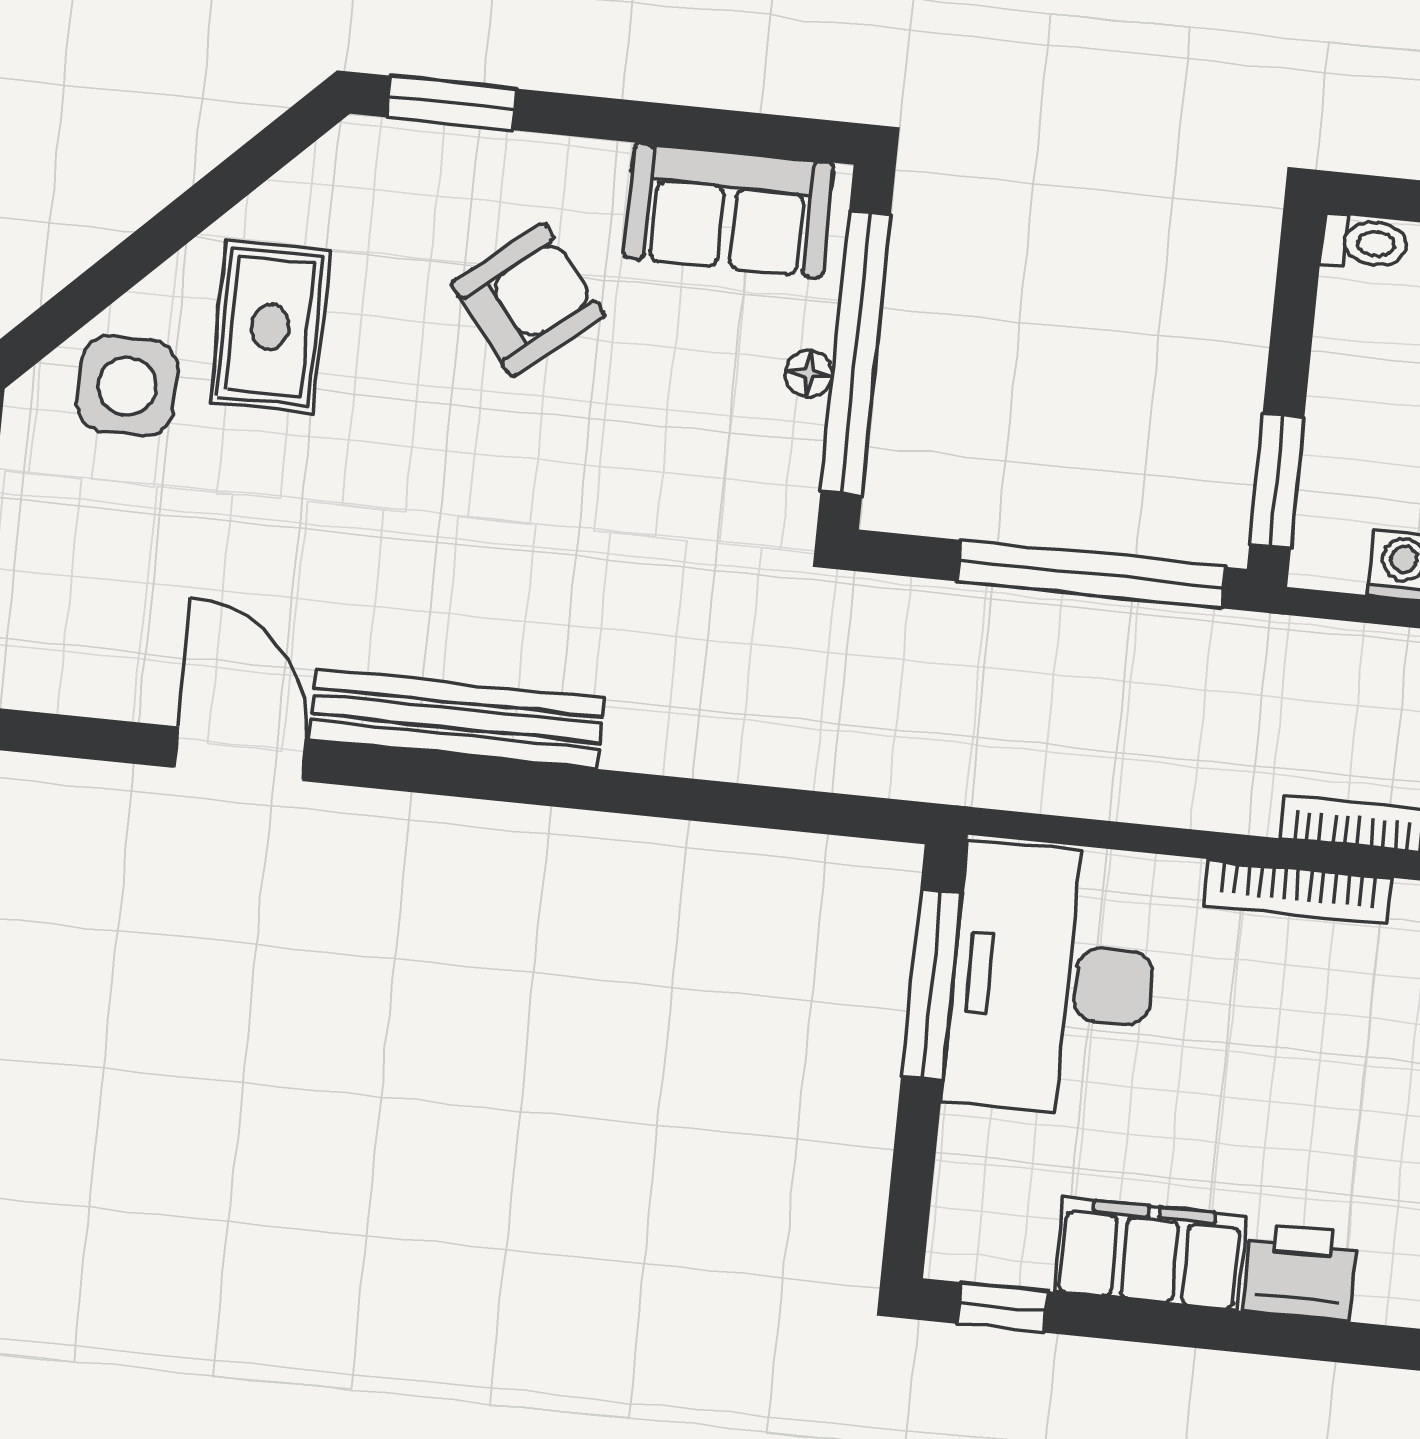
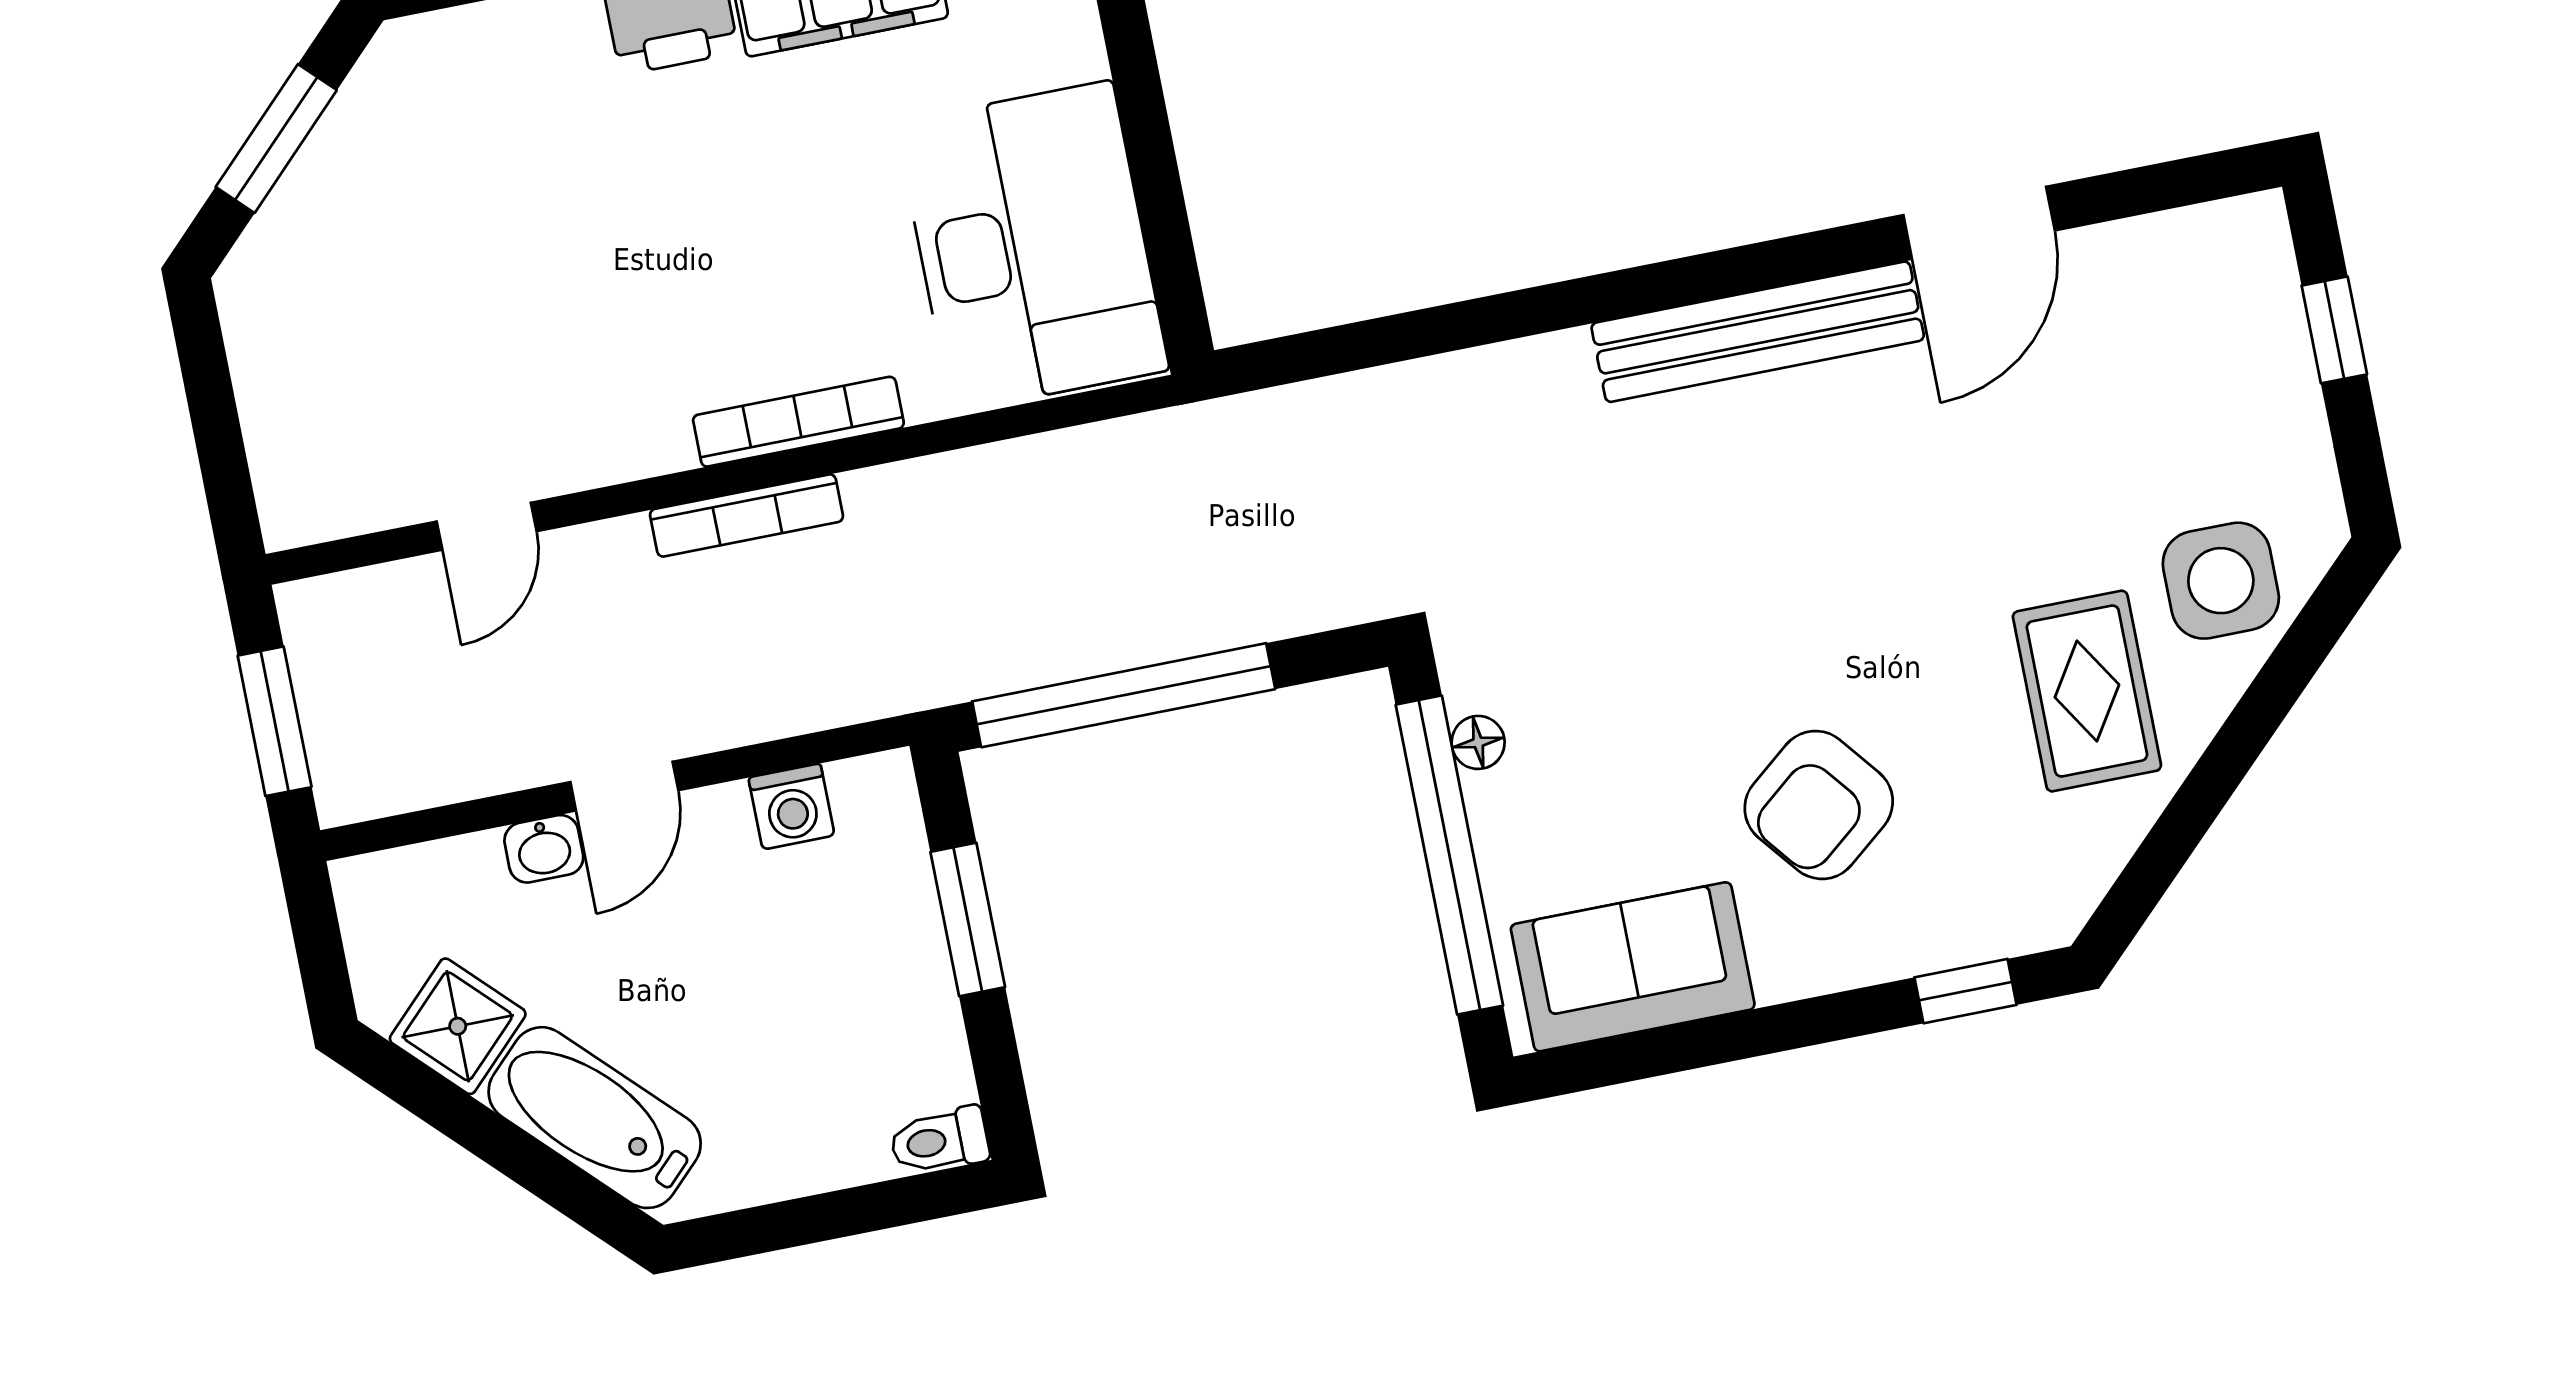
window: (452, 103) -> (1965, 991), width x0.67
floor lamp: (809, 374) -> (1478, 742), moved
window: (1277, 481) -> (968, 919), moved
door: (240, 754) -> (1979, 223), hinge flipped
window: (932, 984) -> (1161, 202), removed

